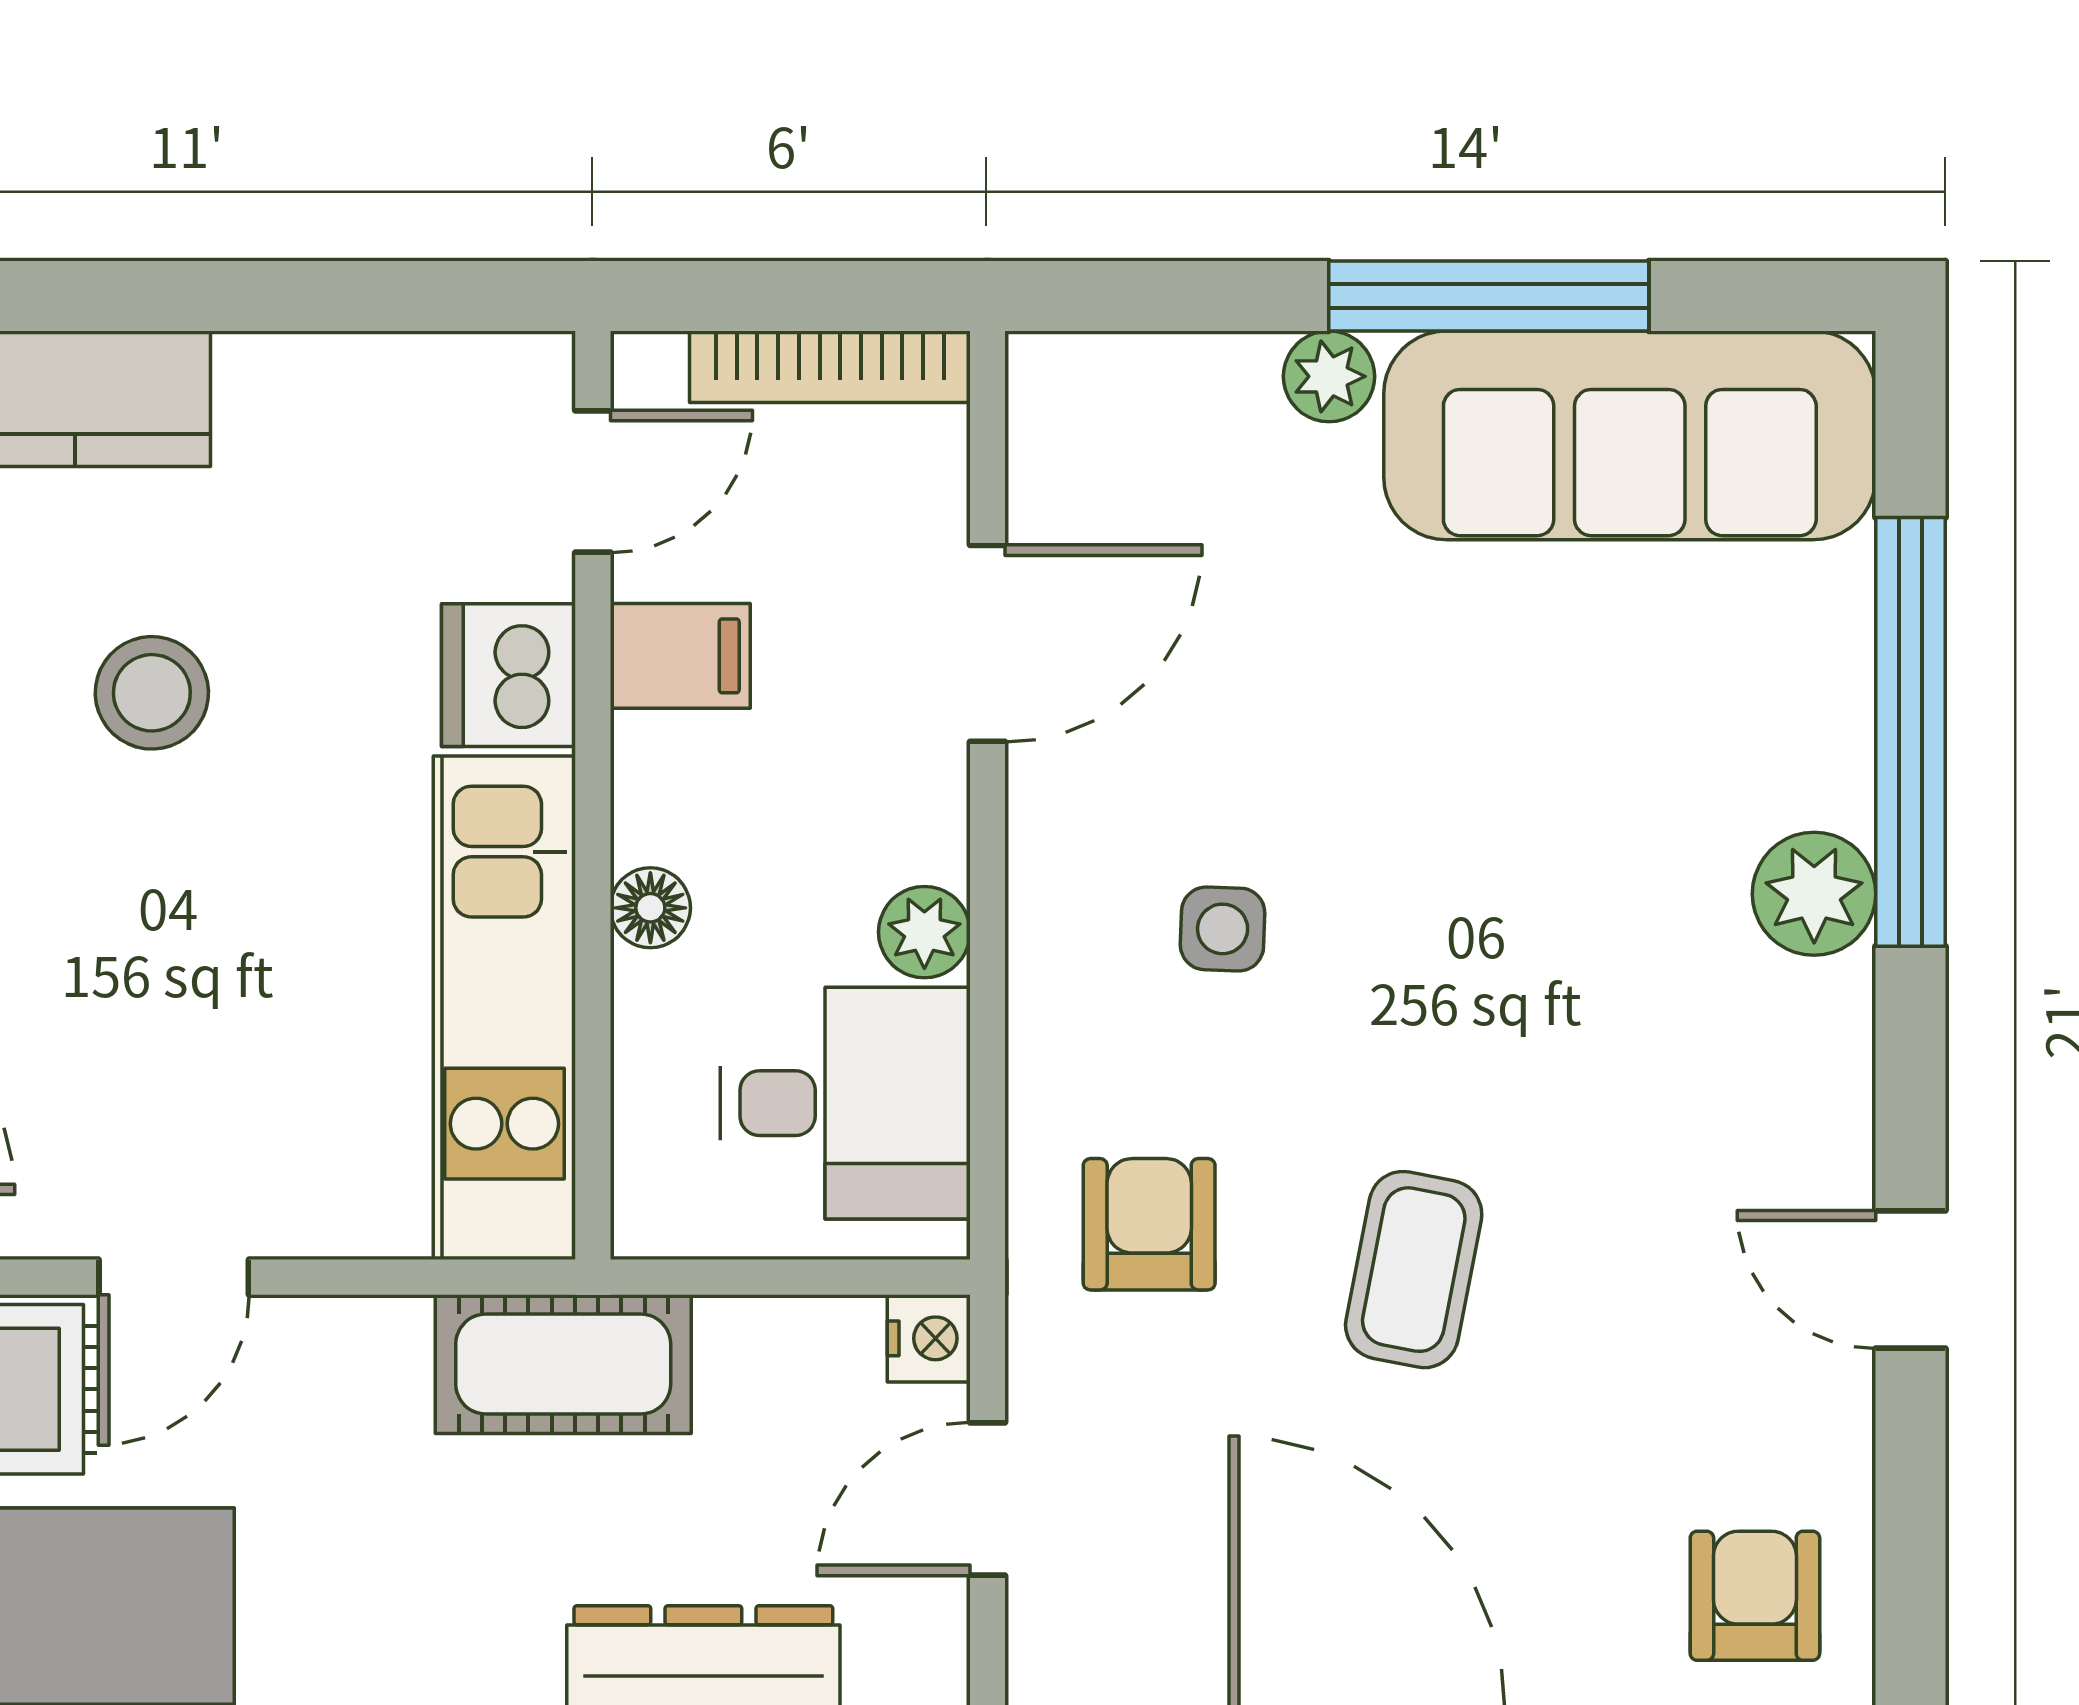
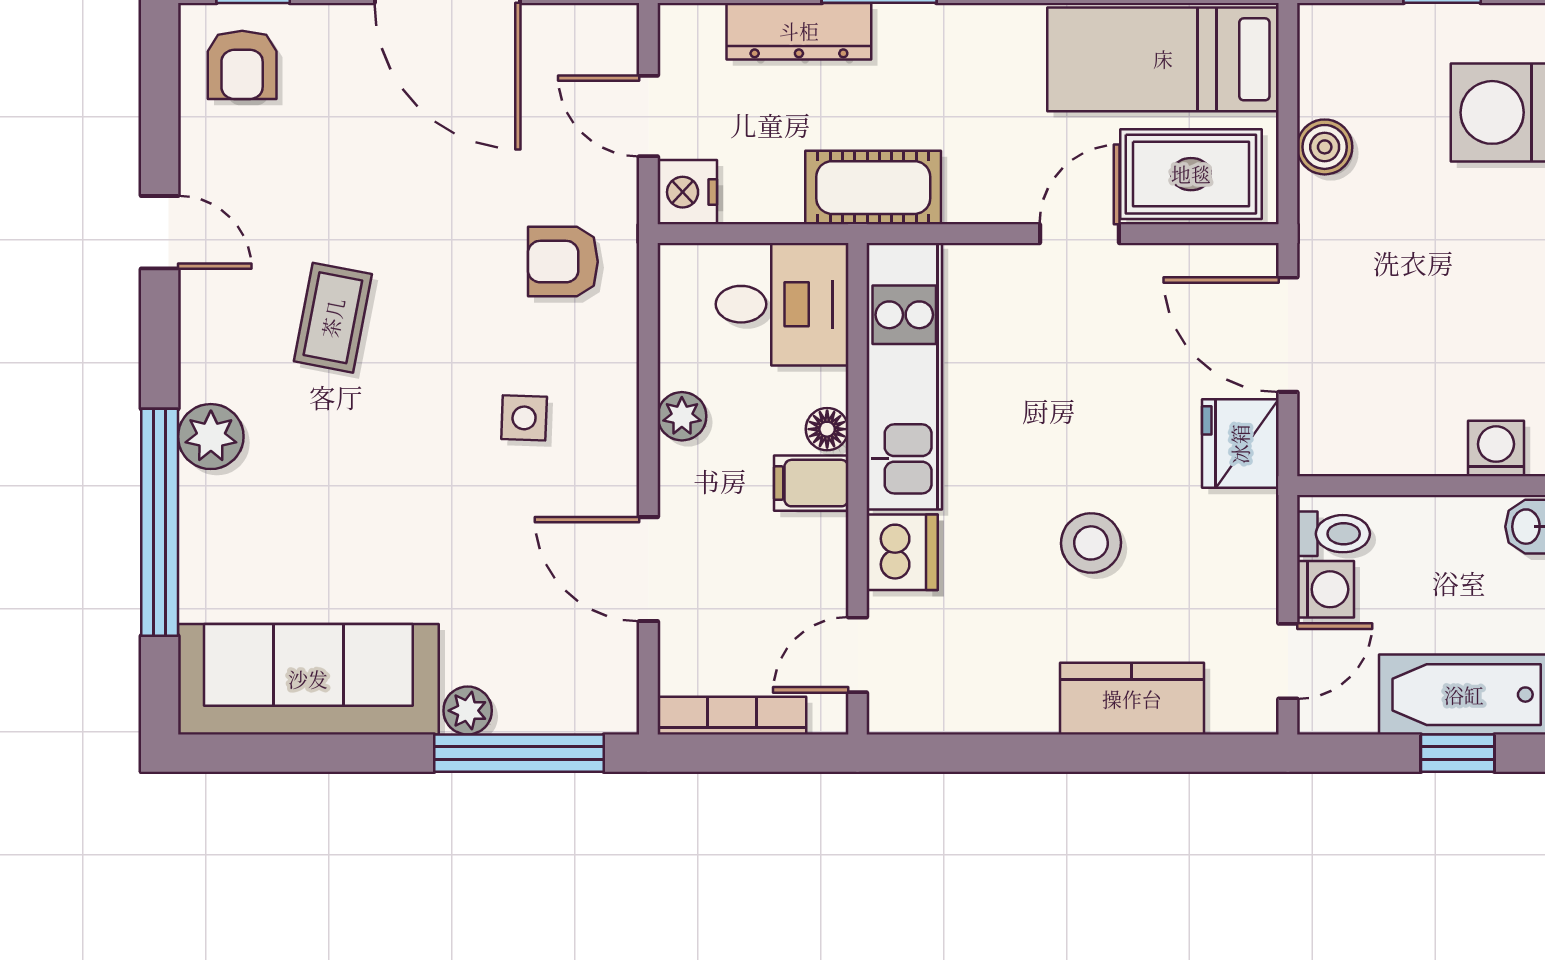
window: (1489, 296) -> (519, 753), moved
door: (988, 643) -> (648, 569), hinge flipped
filing cabinet: (680, 656) -> (811, 483), moved
desk: (845, 1103) -> (782, 304), moved, turned 180
armchair: (1149, 1224) -> (563, 262), turned 90
coffee table: (1414, 1270) -> (333, 318), moved
nightstand: (929, 1338) -> (687, 192), width x1.39, depth x1.35
door: (988, 1499) -> (648, 116), swing flipped

